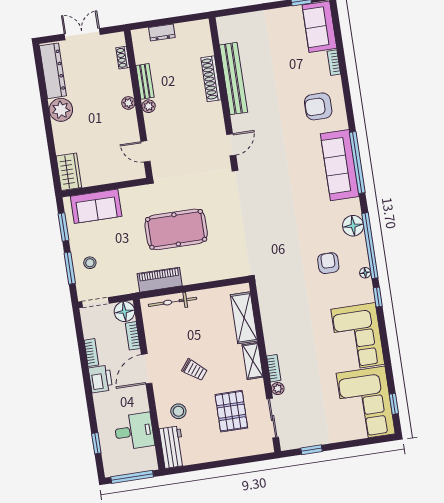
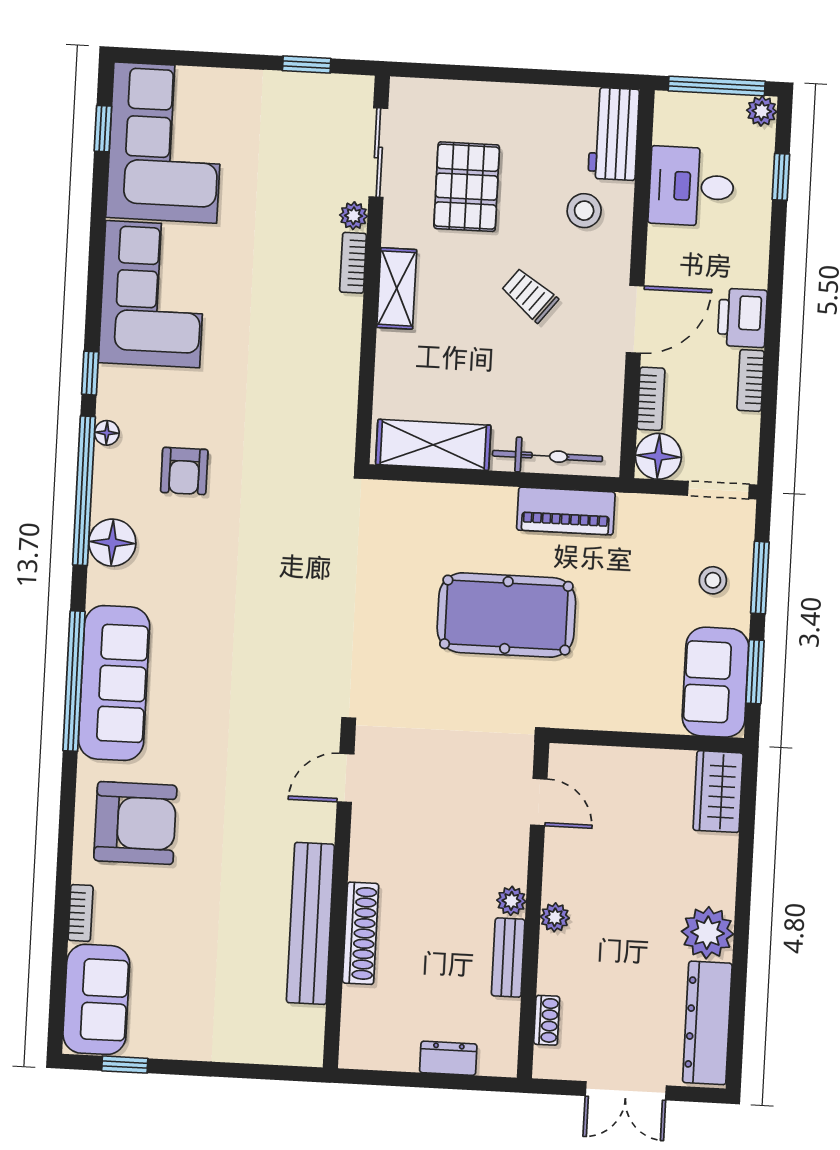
armchair: (318, 106) -> (135, 823), width x1.36, depth x1.36
sofa: (96, 206) -> (715, 682), moved, turned -90
shelving: (244, 318) -> (433, 445), moved, turned 90
plant: (110, 470) -> (762, 111), added

